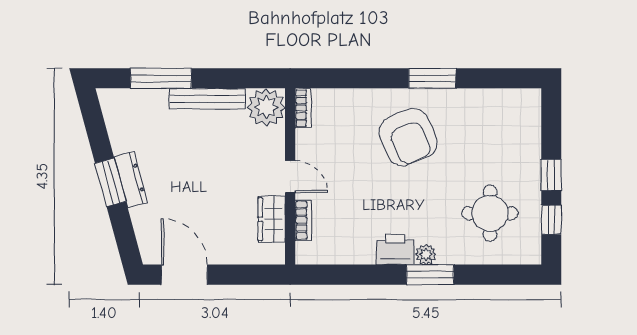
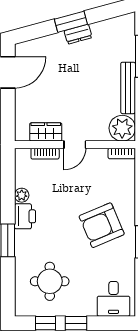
desk: (516, 120) -> (114, 299), added
dresser: (131, 180) -> (78, 34), width x0.70
plant: (426, 254) -> (22, 195), moved

